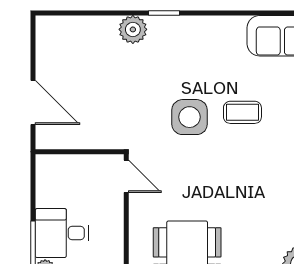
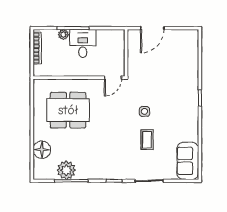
plant: (133, 29) -> (191, 81), removed
side table: (190, 117) -> (144, 111), width x0.54, depth x0.54

